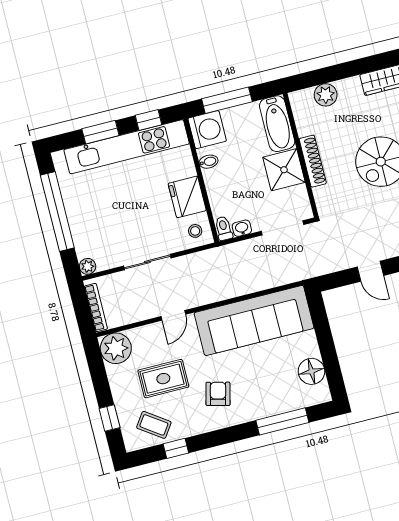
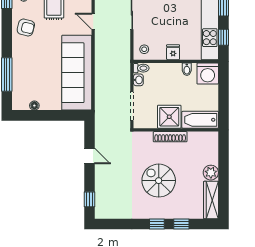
plant: (326, 95) -> (211, 173), moved
window: (227, 100) -> (223, 91), removed
fridge: (187, 197) -> (173, 52), width x0.53, depth x0.75
door: (370, 271) -> (90, 156), swing flipped
floor lamp: (311, 371) -> (34, 106), width x0.53, depth x0.53
armchair: (218, 394) -> (26, 27), moved

